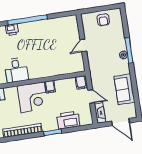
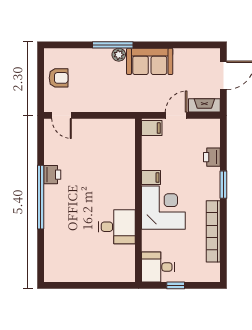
printer: (12, 30) -> (52, 175), moved
door: (83, 45) -> (62, 115), moved
sofa: (124, 89) -> (150, 61), moved
printer: (68, 120) -> (212, 157), width x0.53, depth x0.68

